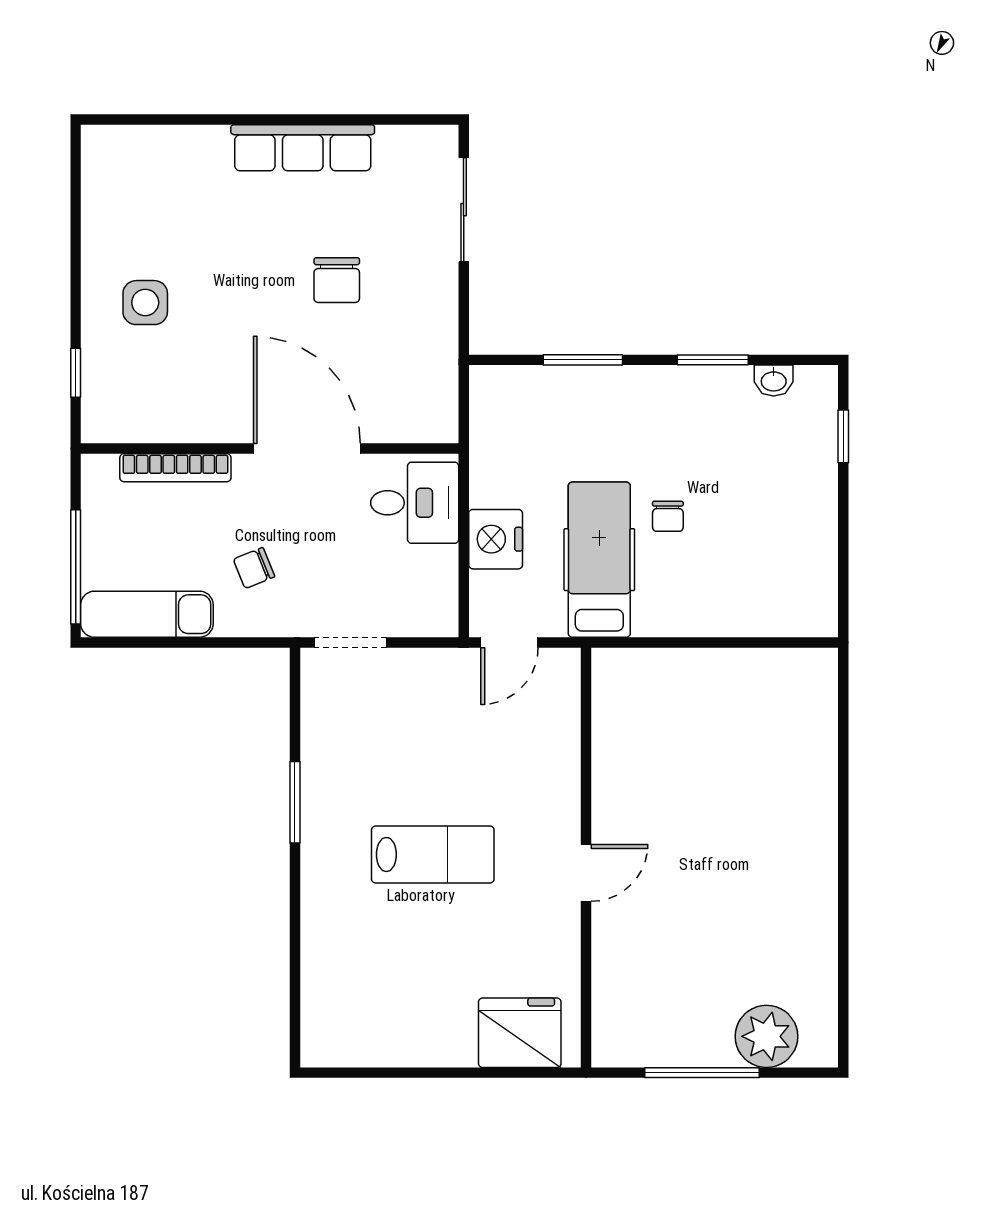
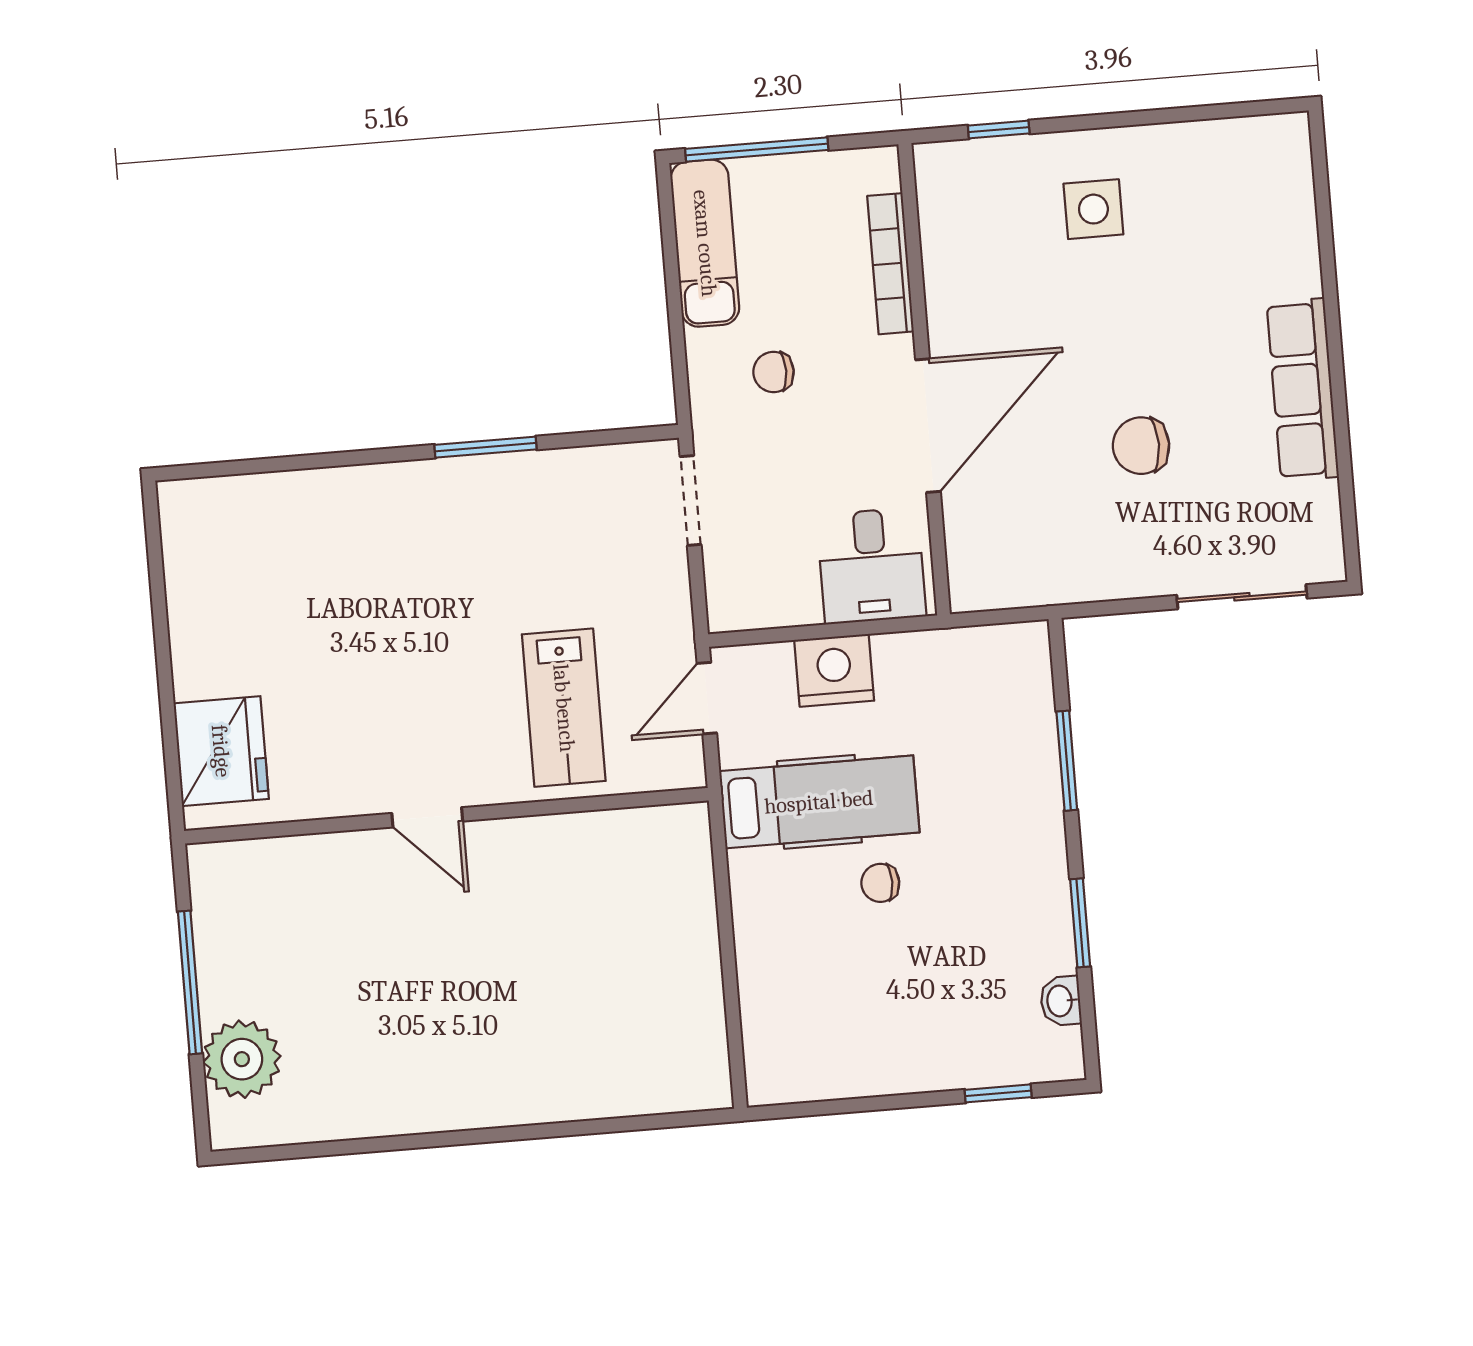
chair: (254, 568) -> (774, 372), turned -68
door: (509, 642) -> (707, 698), hinge flipped
lab bench: (433, 855) -> (564, 708), moved

